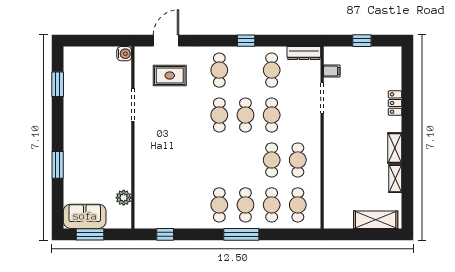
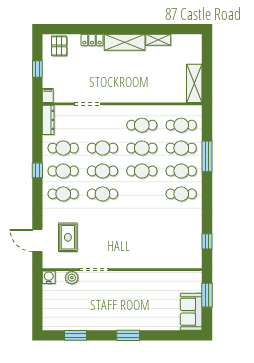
pallet: (388, 65) -> (59, 46), added
cafe table: (245, 70) -> (63, 171), added
filing cabinet: (332, 71) -> (48, 95), moved
shelving: (395, 148) -> (125, 42), width x1.50, depth x1.33
cafe table: (245, 160) -> (142, 171), added
window: (58, 165) -> (128, 335), moved
plant: (124, 198) -> (72, 278), moved
shelving: (376, 220) -> (194, 83), moved
window: (90, 234) -> (207, 295), moved
window: (241, 234) -> (207, 156), moved

